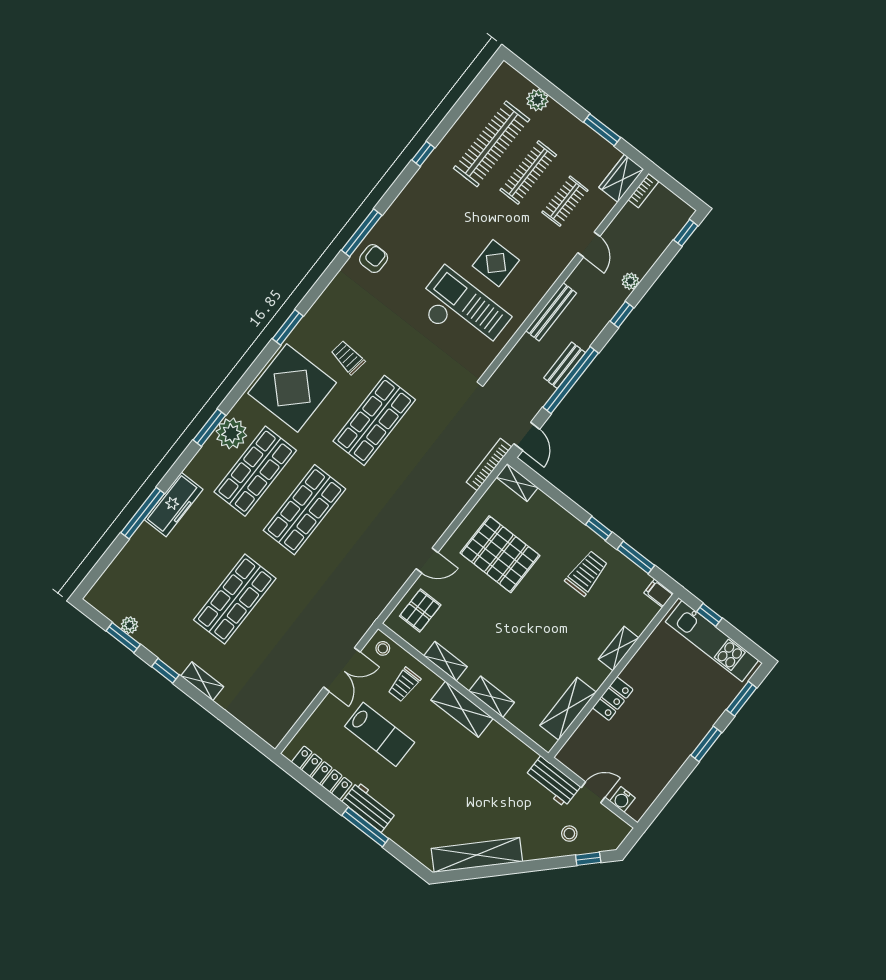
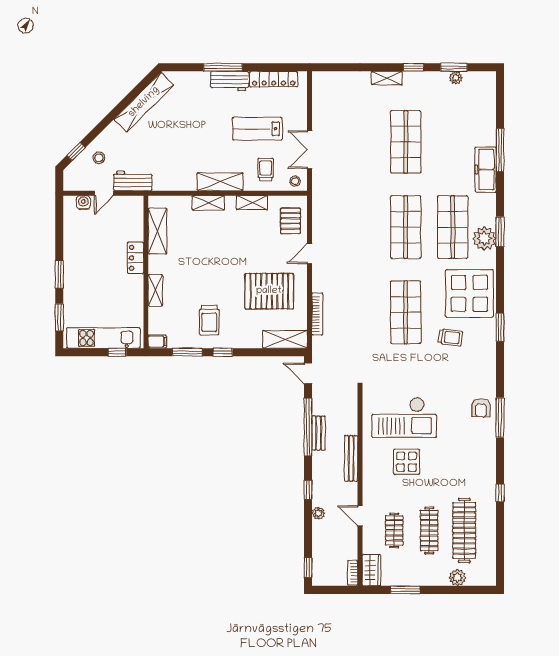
bookcase: (489, 465) -> (317, 314), moved
shelving: (517, 482) -> (285, 339), width x1.50, depth x1.33

